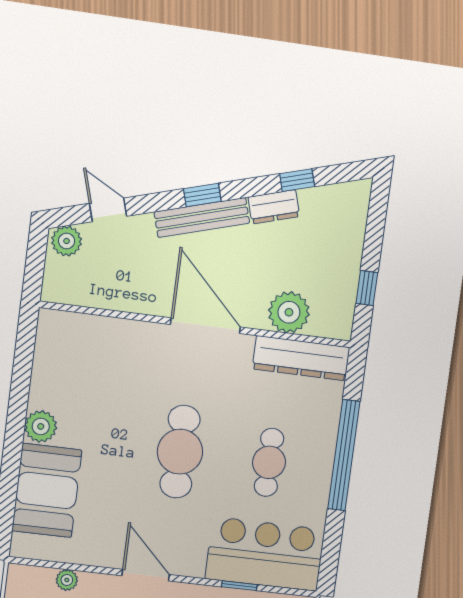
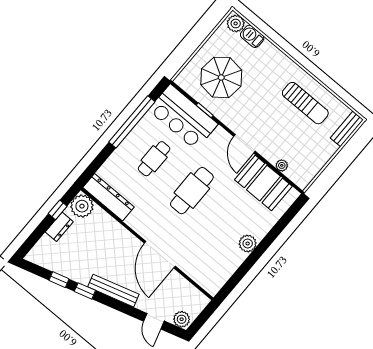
window: (202, 195) -> (85, 291), moved
dresser: (274, 207) -> (59, 227), moved, turned 106
plant: (289, 312) -> (82, 206), moved
door: (205, 326) -> (160, 255), moved
window: (344, 455) -> (132, 122), moved
booth: (47, 490) -> (263, 183), moved, turned 90

